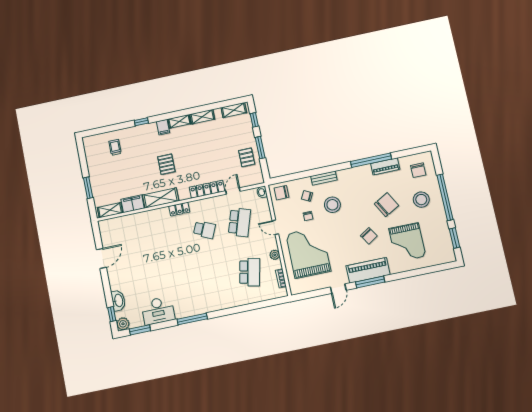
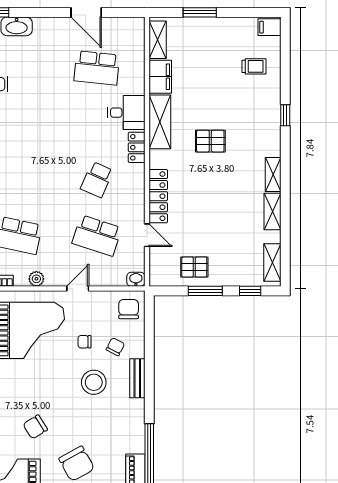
filing cabinet: (163, 127) -> (269, 27), moved
desk: (159, 220) -> (126, 113), added
school desk: (135, 244) -> (97, 68), added

